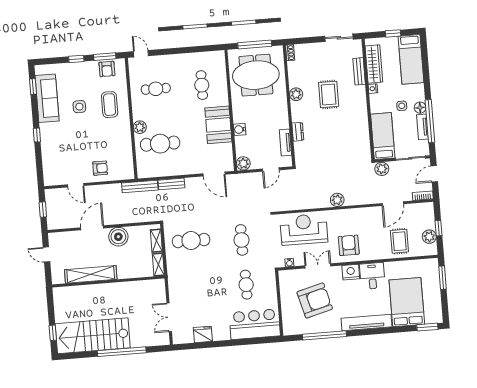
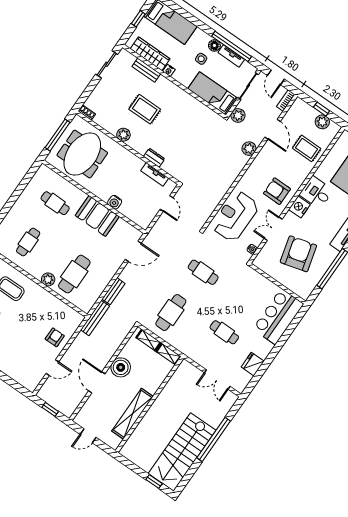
plant: (243, 163) -> (144, 221), removed
plant: (337, 200) -> (249, 149), moved
cafe table: (246, 285) -> (224, 332), moved

